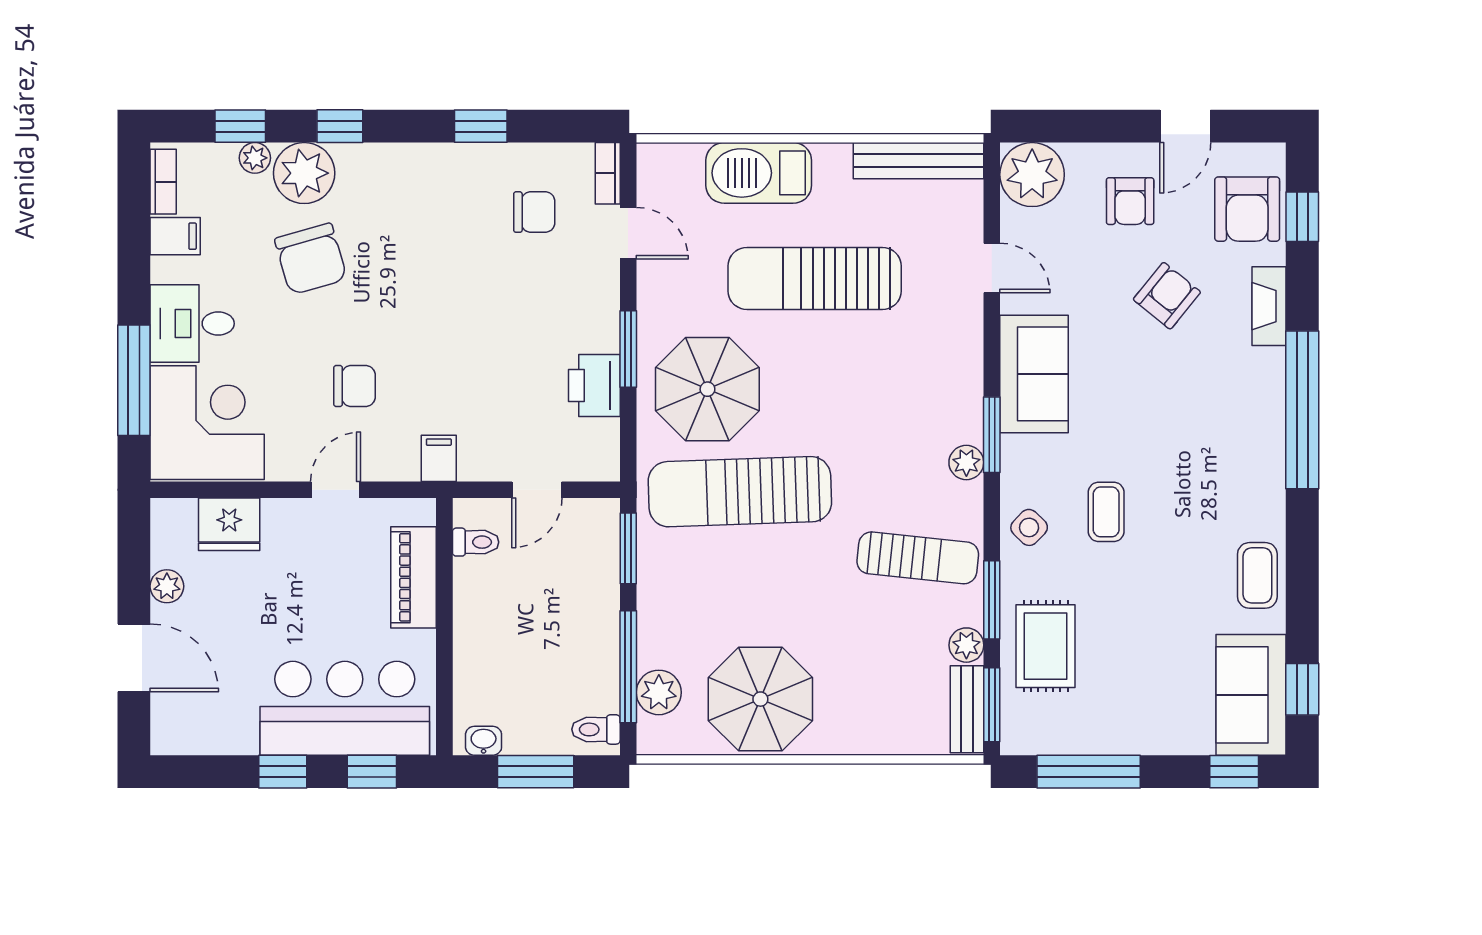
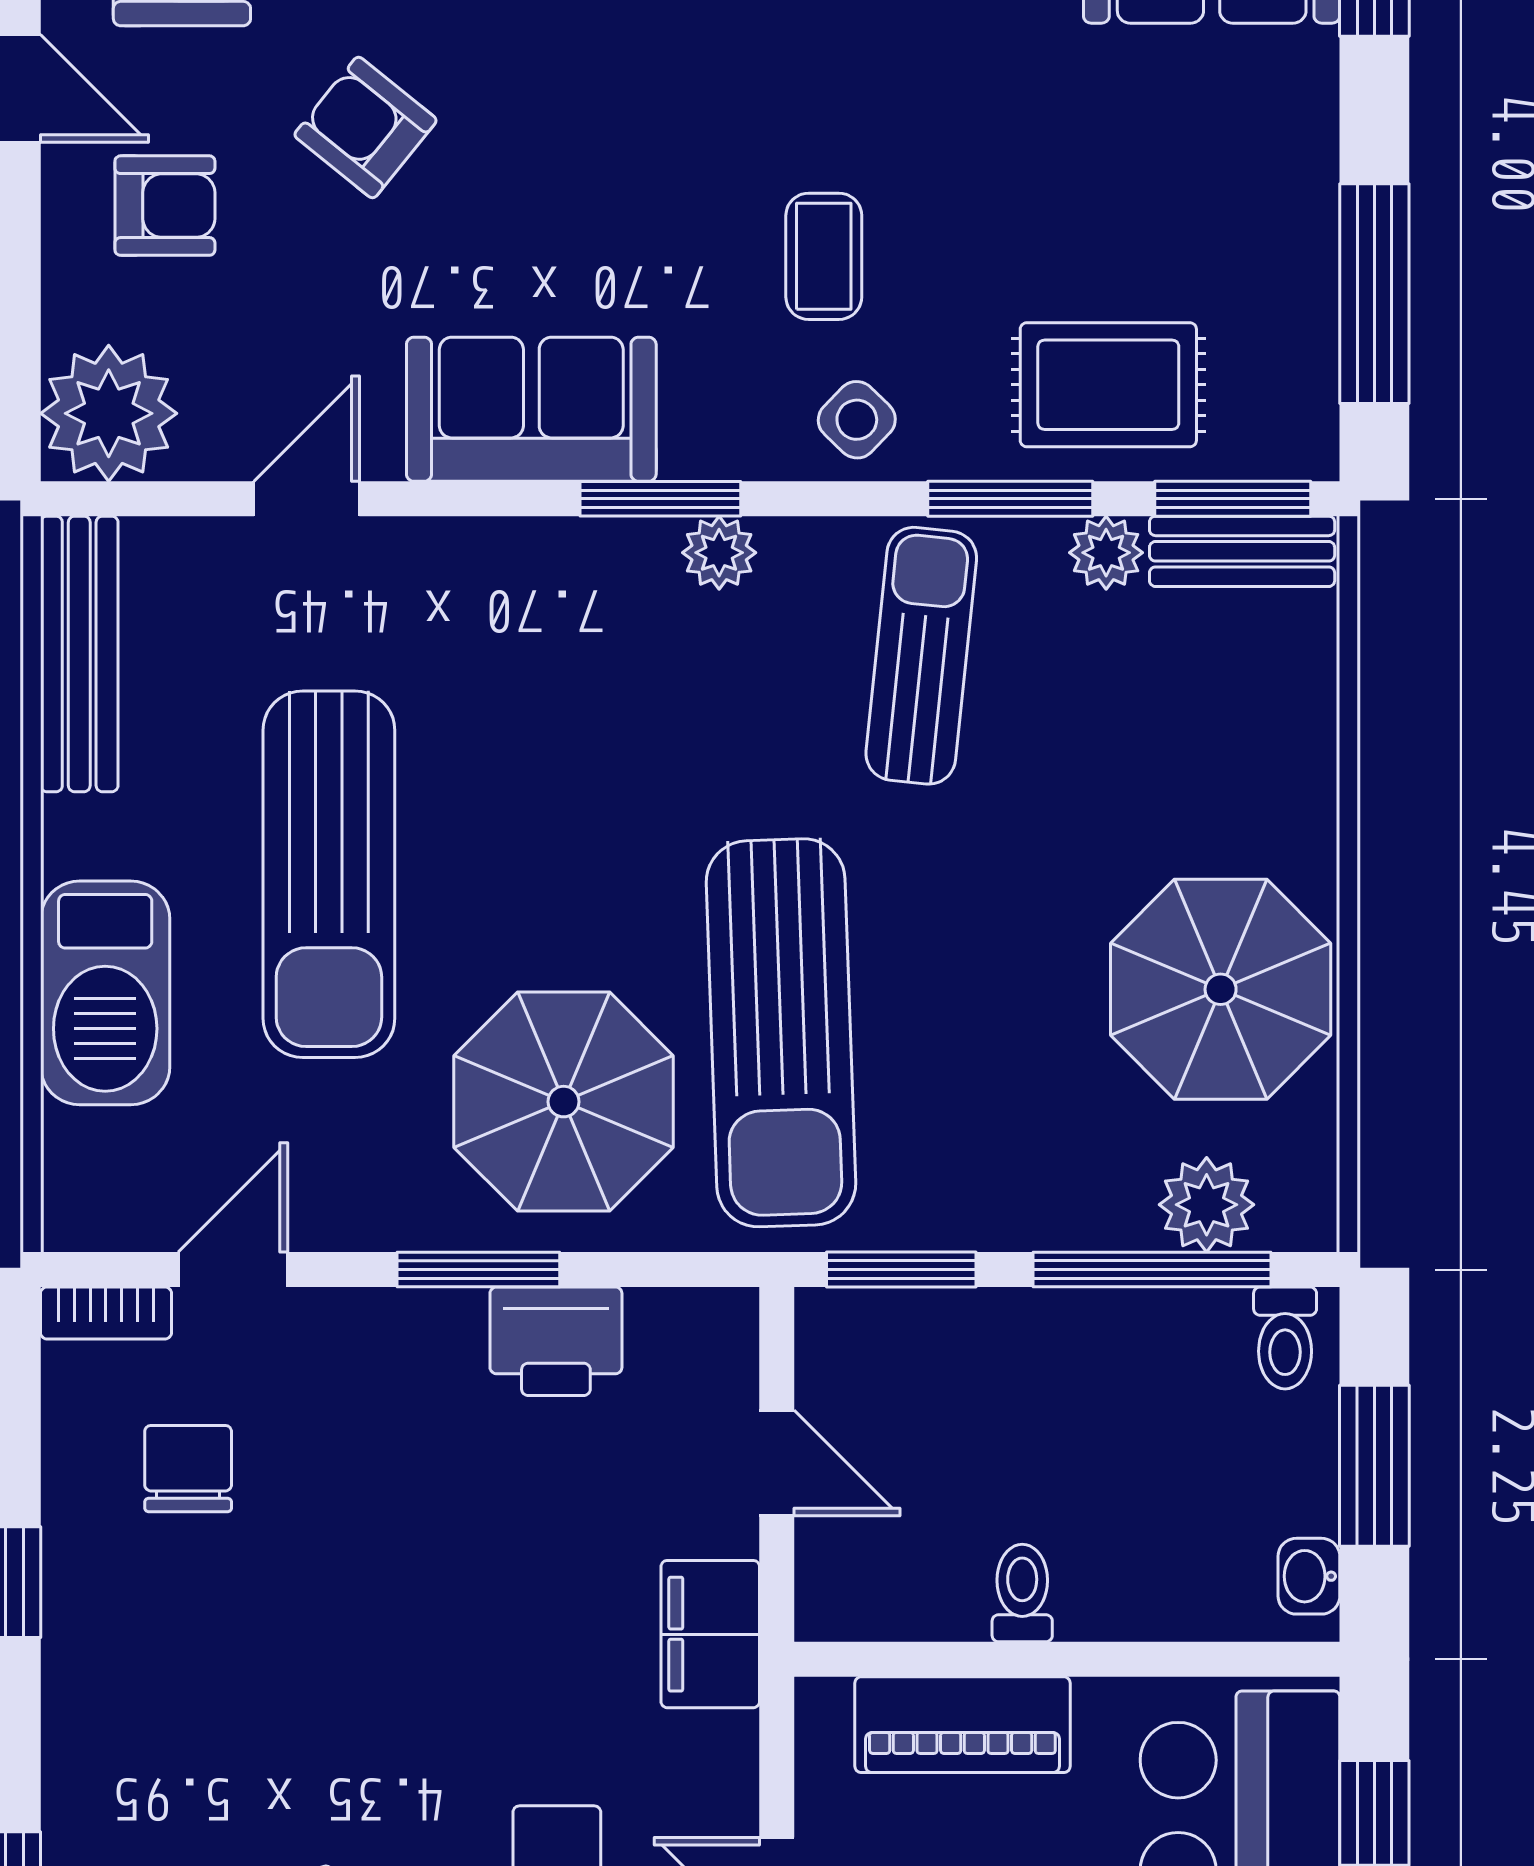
filing cabinet: (439, 458) -> (710, 1634), width x2.00
coffee table: (1106, 512) -> (824, 256), turned 90
toilet: (476, 542) -> (1022, 1593), moved

